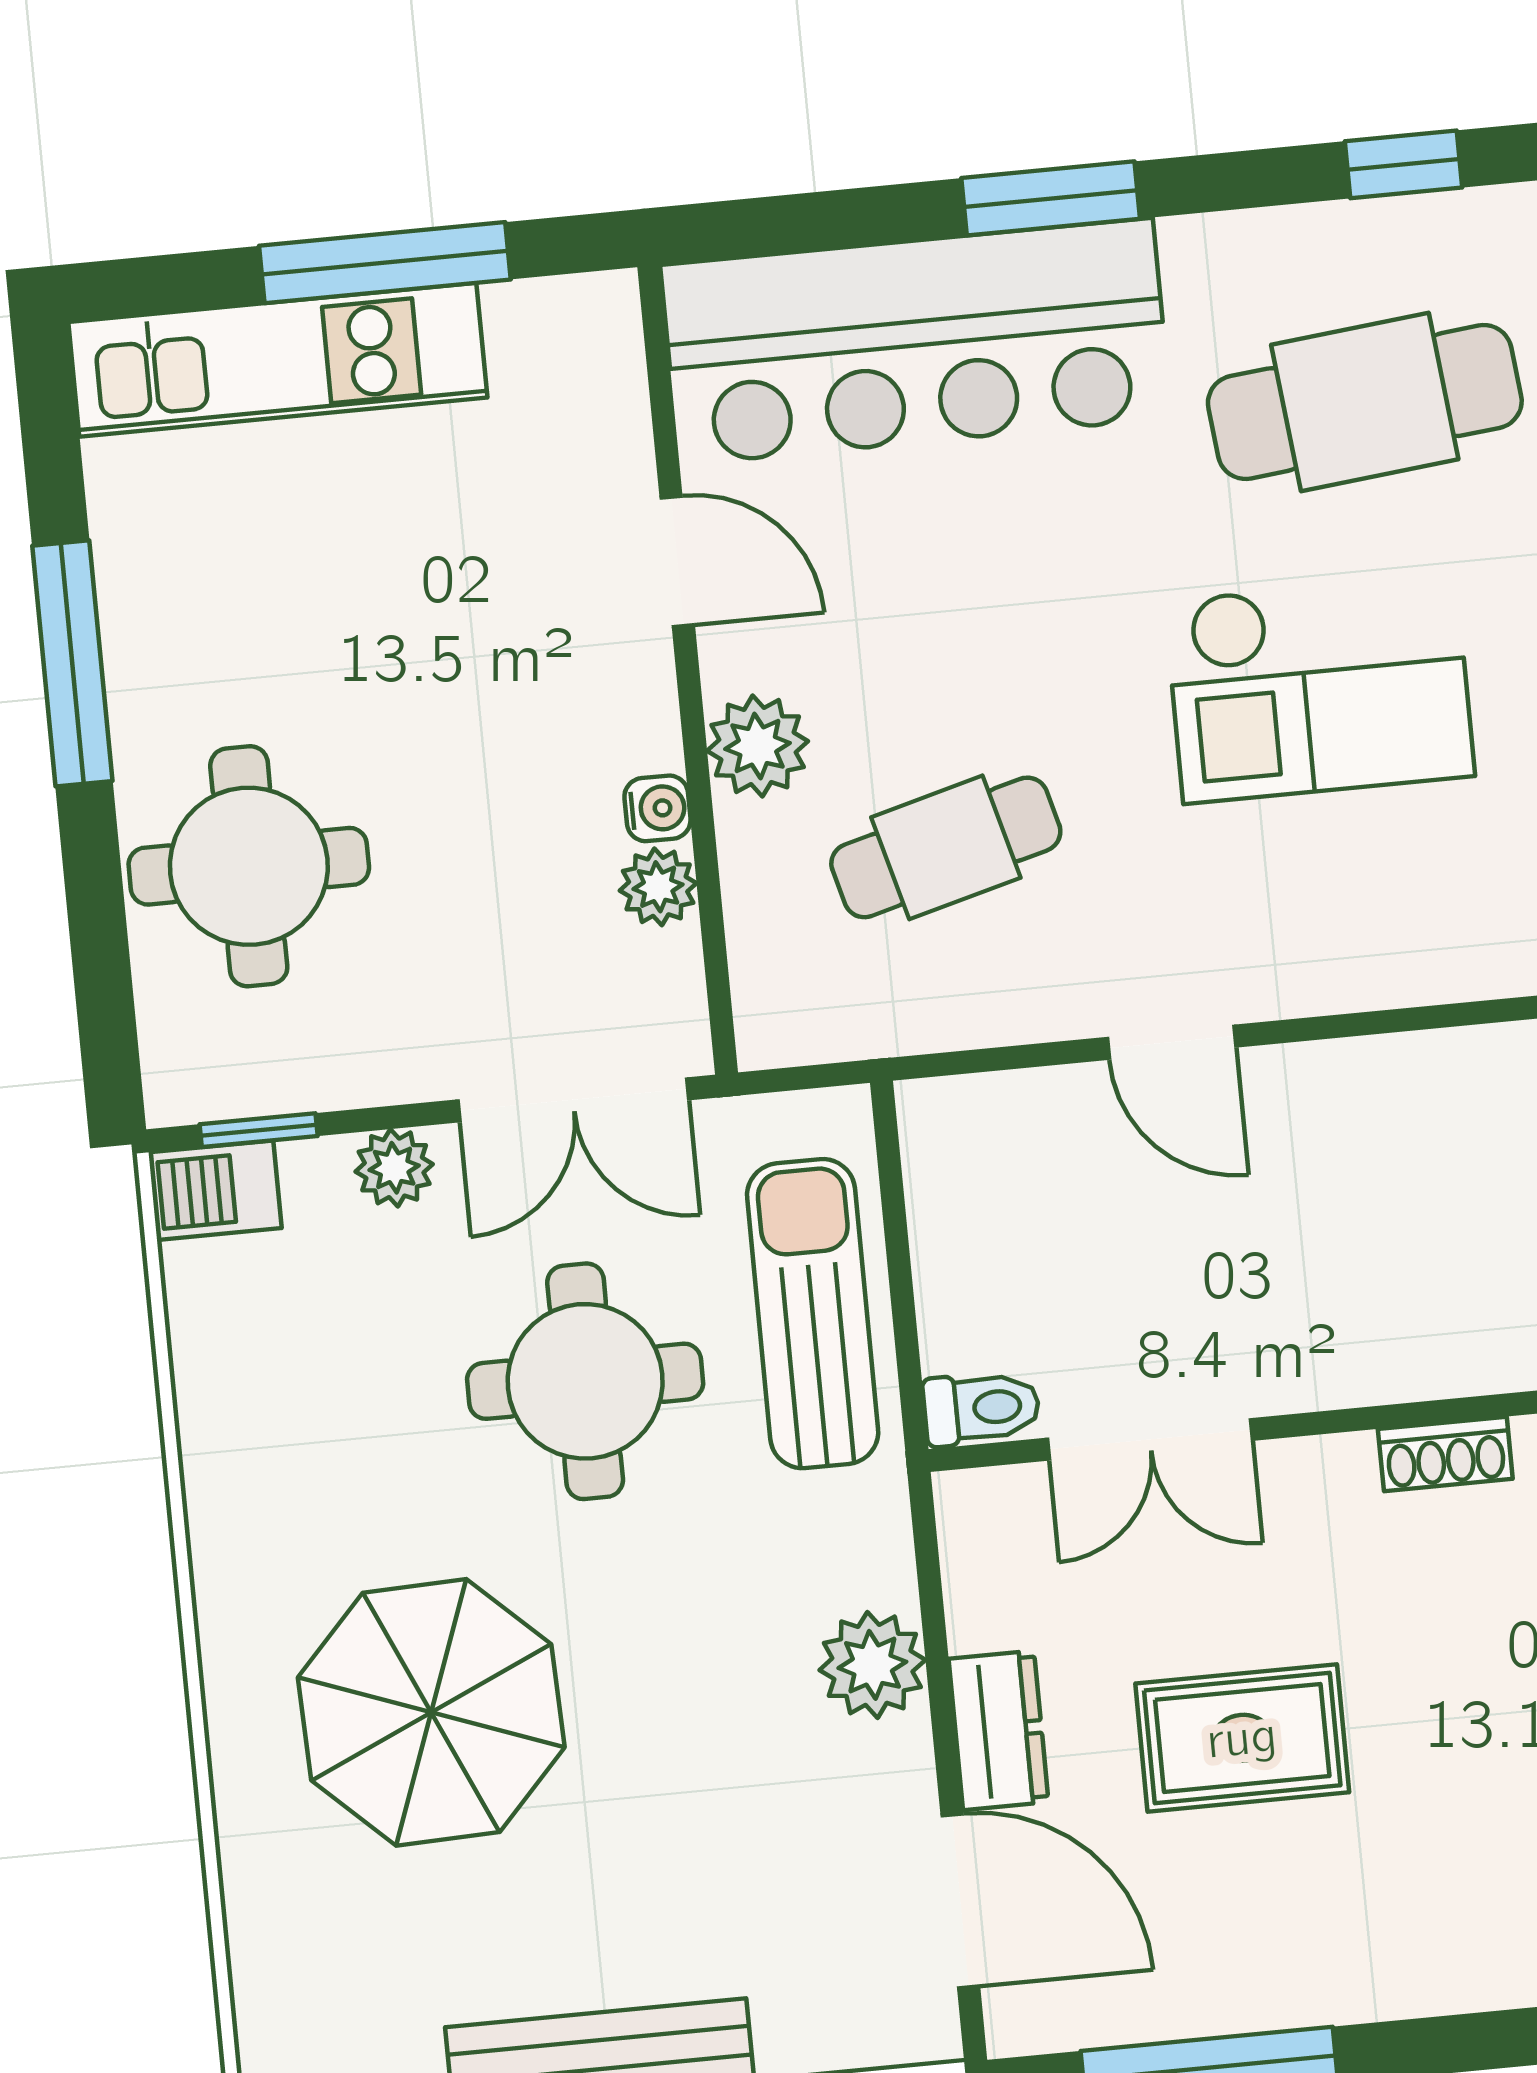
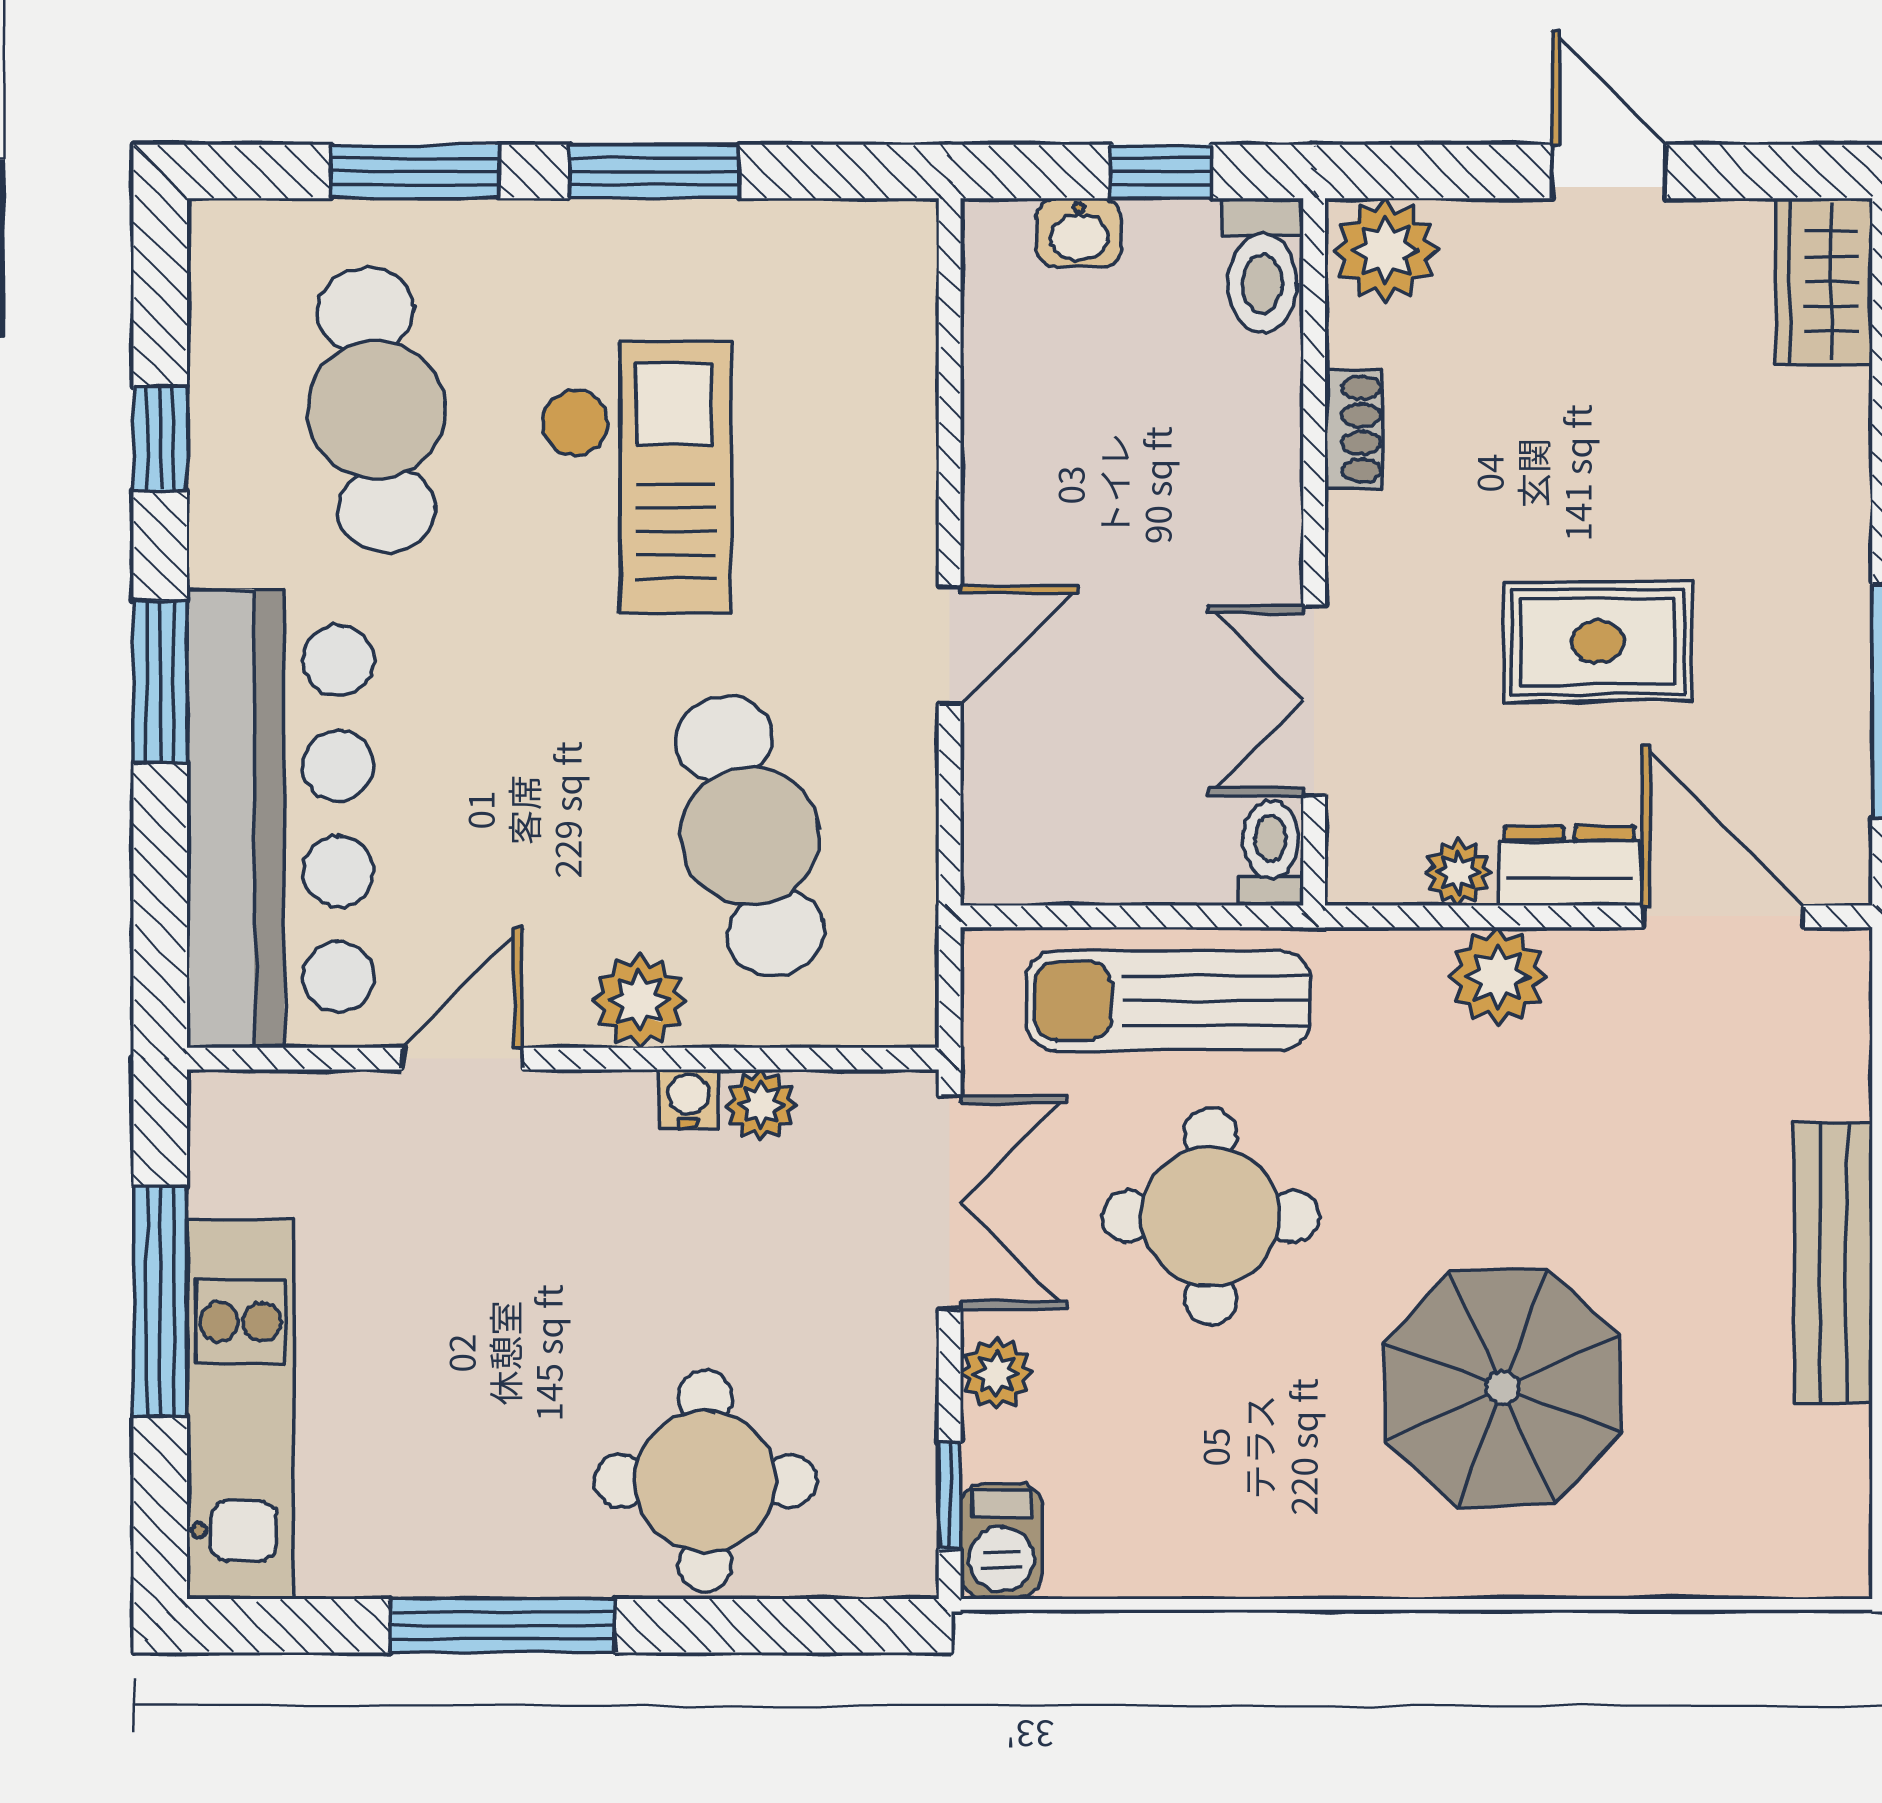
window: (1404, 164) -> (160, 438), moved
cafe table: (946, 847) -> (750, 836), width x1.37, depth x1.35
double door: (1150, 1439) -> (1314, 700), swing flipped
plant: (980, 1612) -> (1458, 873), added
rug: (1242, 1738) -> (1598, 642), turned 90
door: (960, 1901) -> (1723, 916), hinge flipped

